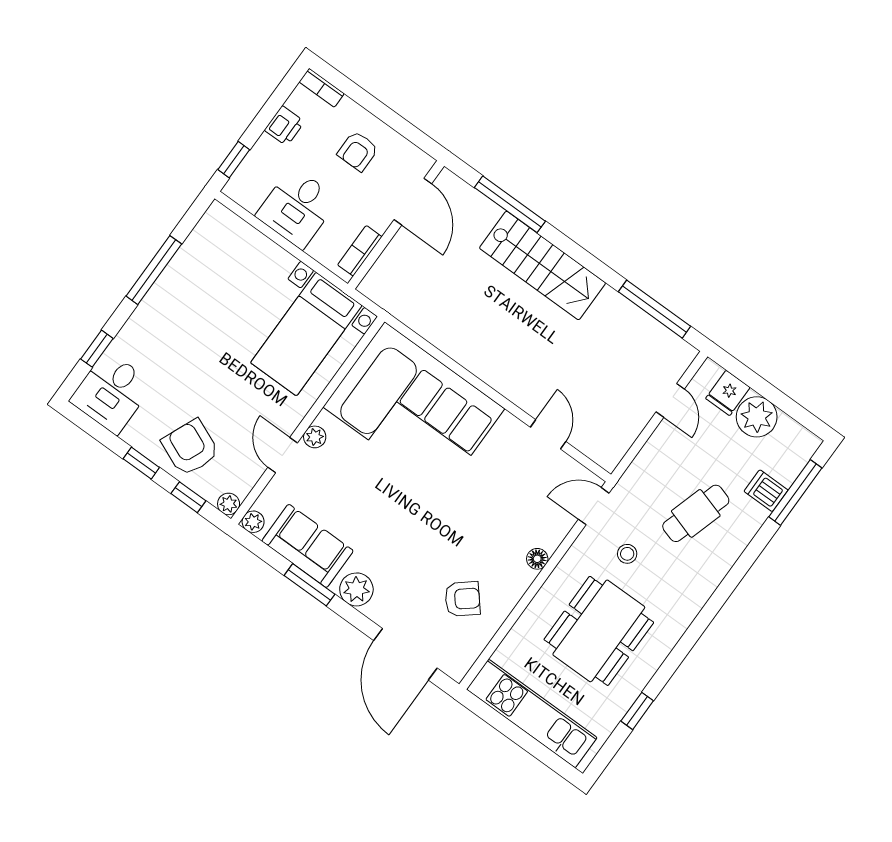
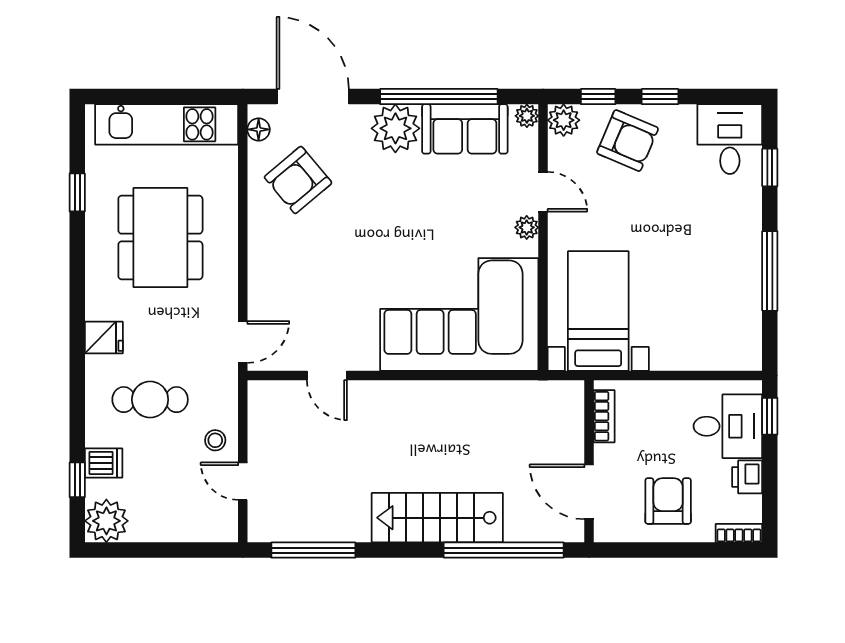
armchair: (358, 151) -> (668, 501), width x1.38, depth x1.38
window: (510, 204) -> (504, 550), width x1.46
desk: (297, 208) -> (728, 426), moved, turned 90
fridge: (728, 393) -> (104, 338), moved, turned 90
plant: (757, 417) -> (106, 521), moved
window: (795, 492) -> (77, 480), width x0.46
plant: (229, 504) -> (564, 120), width x1.38, depth x1.38
cafe table: (696, 513) -> (150, 400), turned 73
stool: (627, 554) -> (215, 440), moved
floor lamp: (537, 559) -> (259, 129), moved
window: (309, 585) -> (439, 97), width x2.11
plant: (356, 589) -> (395, 128), width x1.36, depth x1.36
armchair: (462, 599) -> (298, 180), width x1.38, depth x1.38

